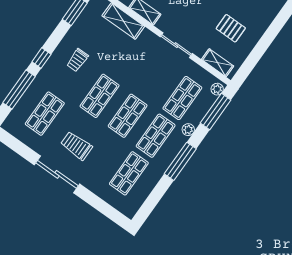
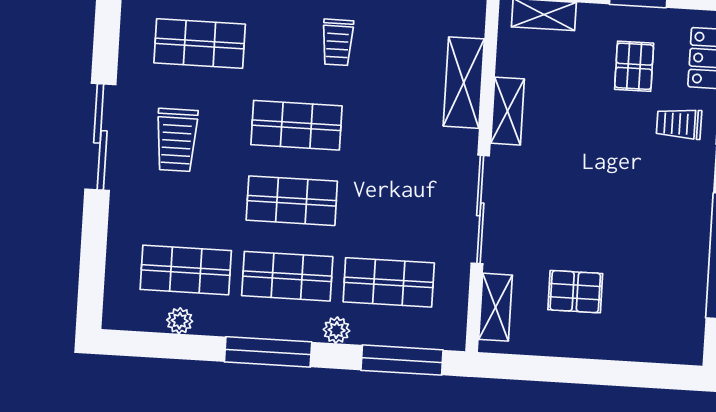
pallet: (231, 28) -> (575, 292), turned 90
sliding door: (176, 45) -> (480, 209), width x1.37
trolley: (77, 60) -> (338, 42), turned -90
plant: (217, 89) -> (180, 321), moved
trolley: (76, 146) -> (177, 140), turned 180

